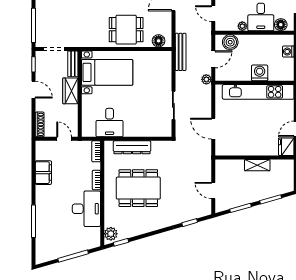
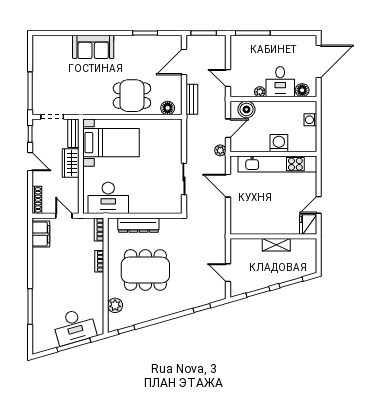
bench: (181, 52) -> (192, 99), moved, width x0.73
desk: (110, 123) -> (108, 198), width x1.37
door: (213, 129) -> (228, 186), moved
filing cabinet: (43, 173) -> (41, 234), moved
desk: (86, 209) -> (74, 326), moved, turned 74
plant: (111, 234) -> (115, 305), moved

